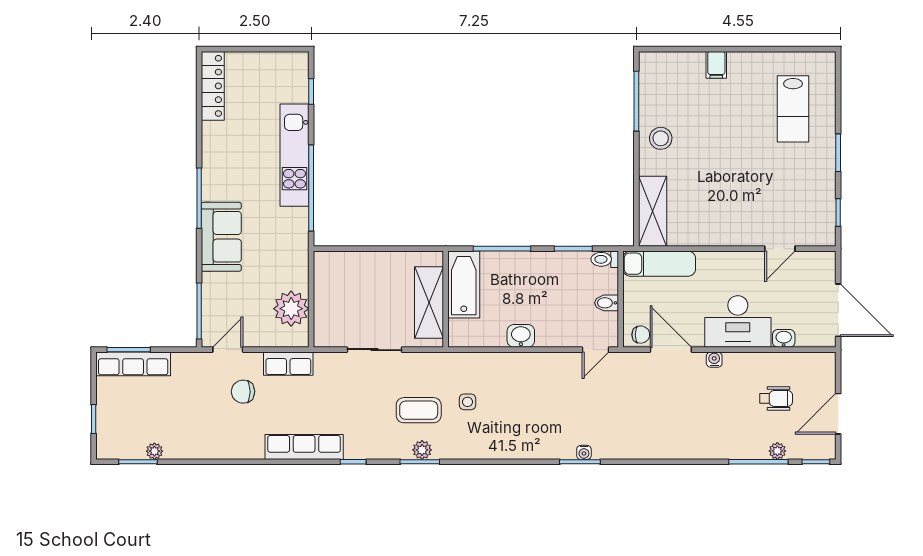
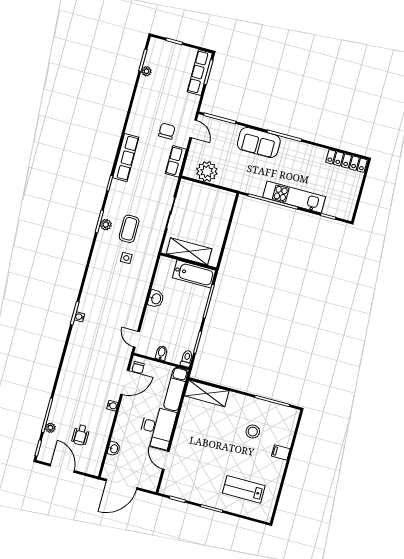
stool: (661, 138) -> (253, 432), moved
desk: (738, 321) -> (157, 428), moved, turned 180

